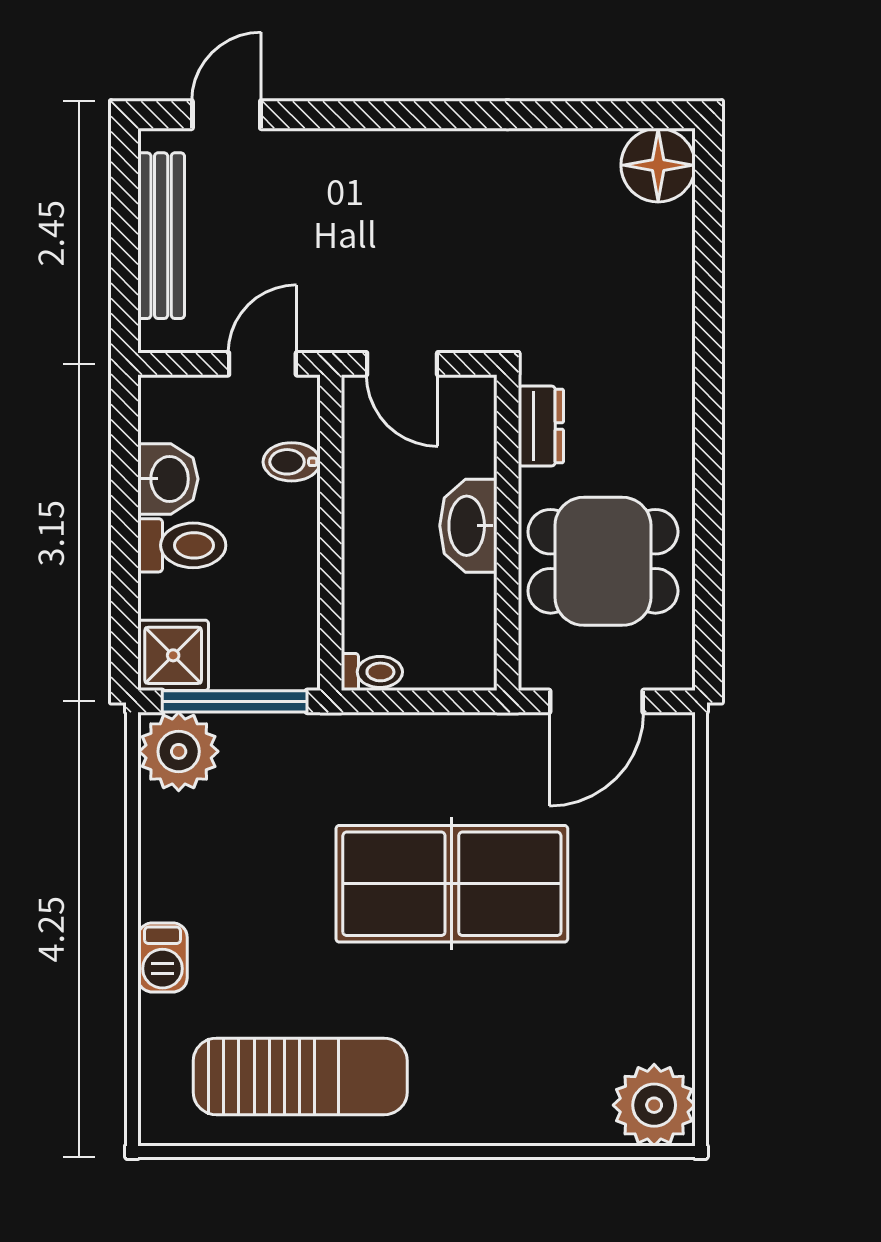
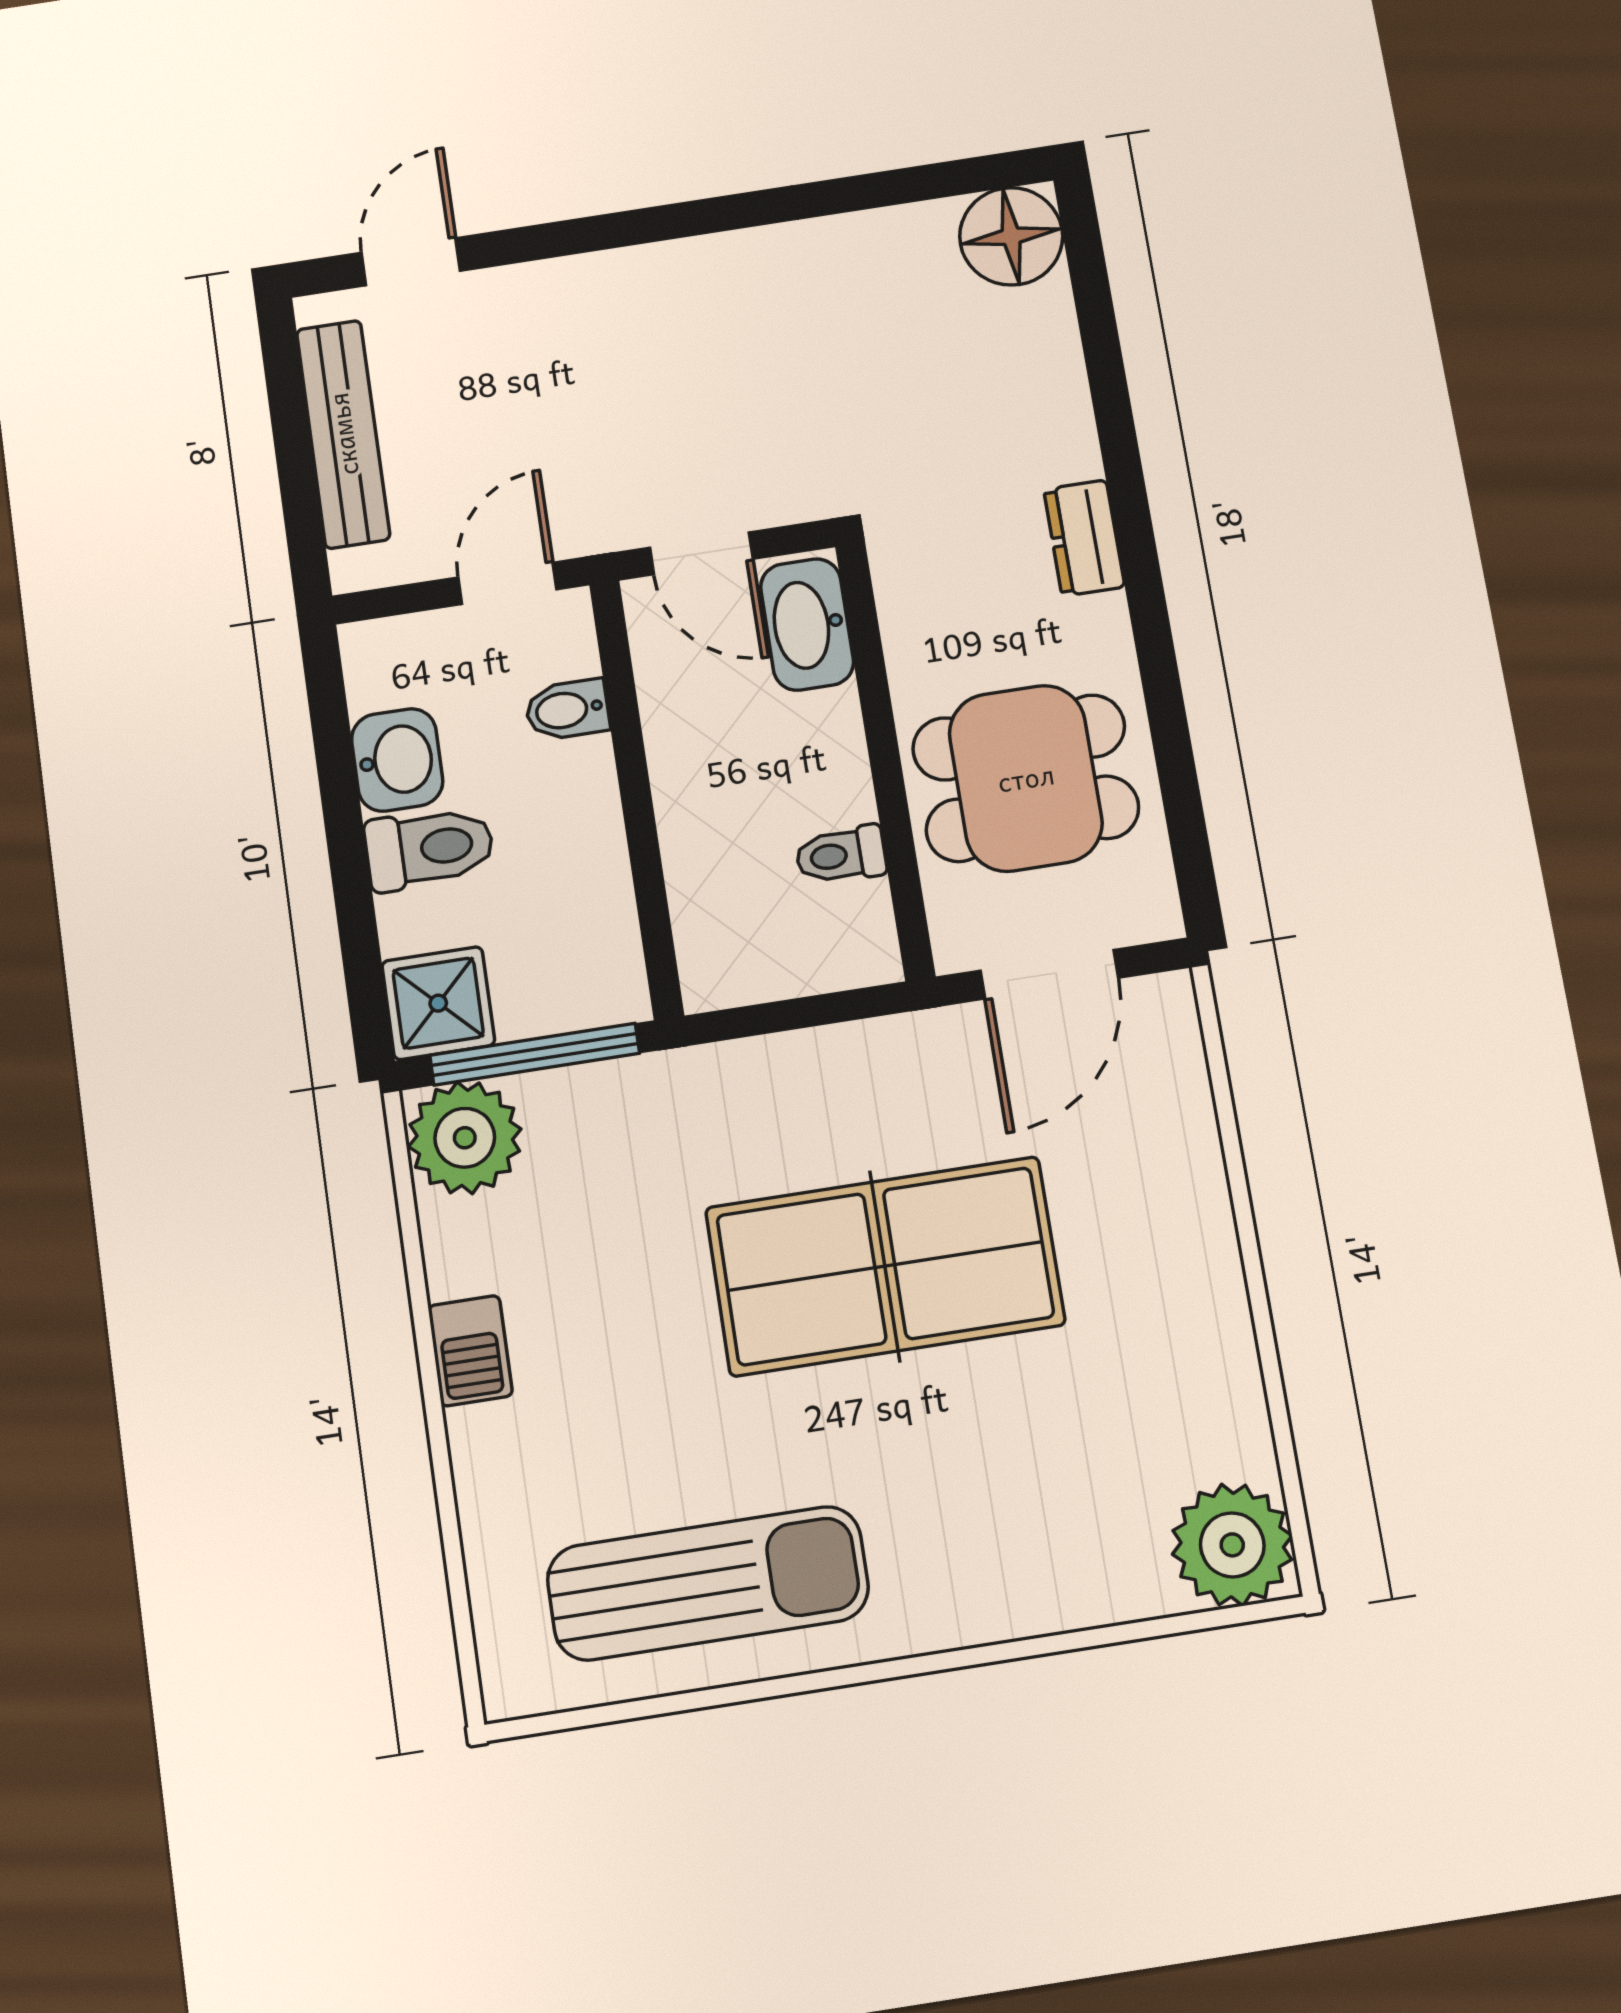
dresser: (541, 426) -> (1084, 538), moved, turned 180
washbasin: (468, 526) -> (807, 624), moved
toilet: (372, 672) -> (841, 855), moved, turned 180
barbecue: (162, 957) -> (470, 1351), moved

